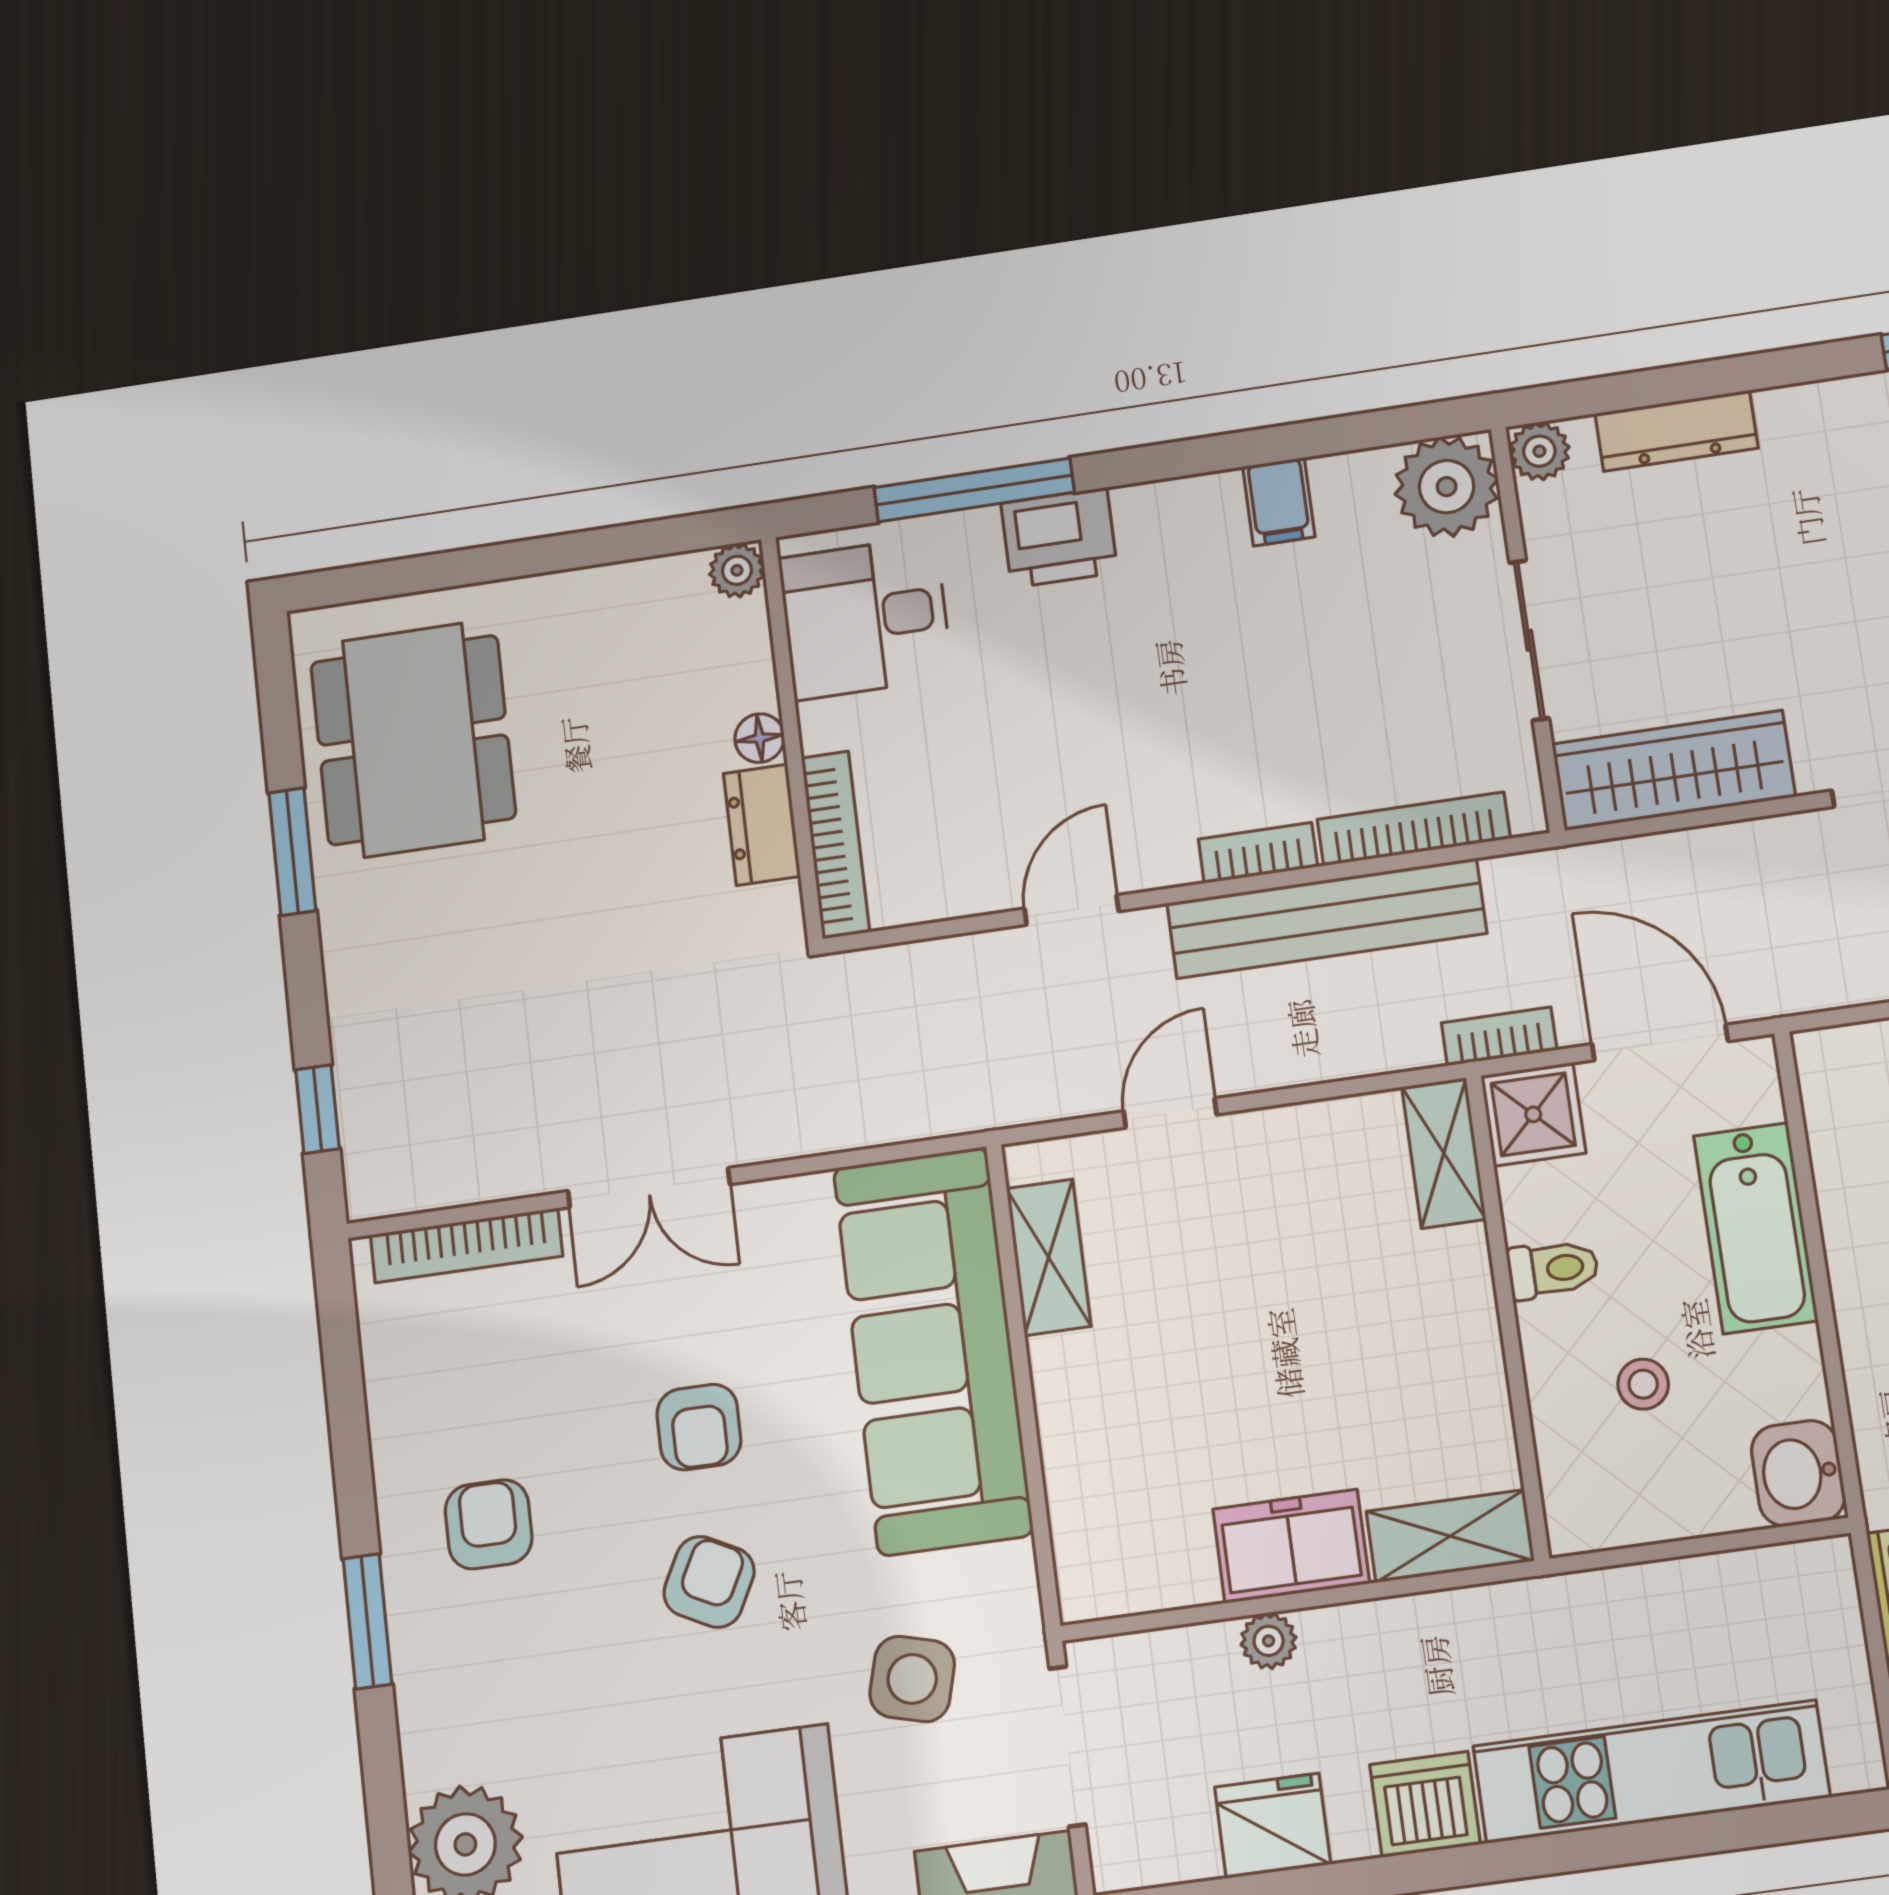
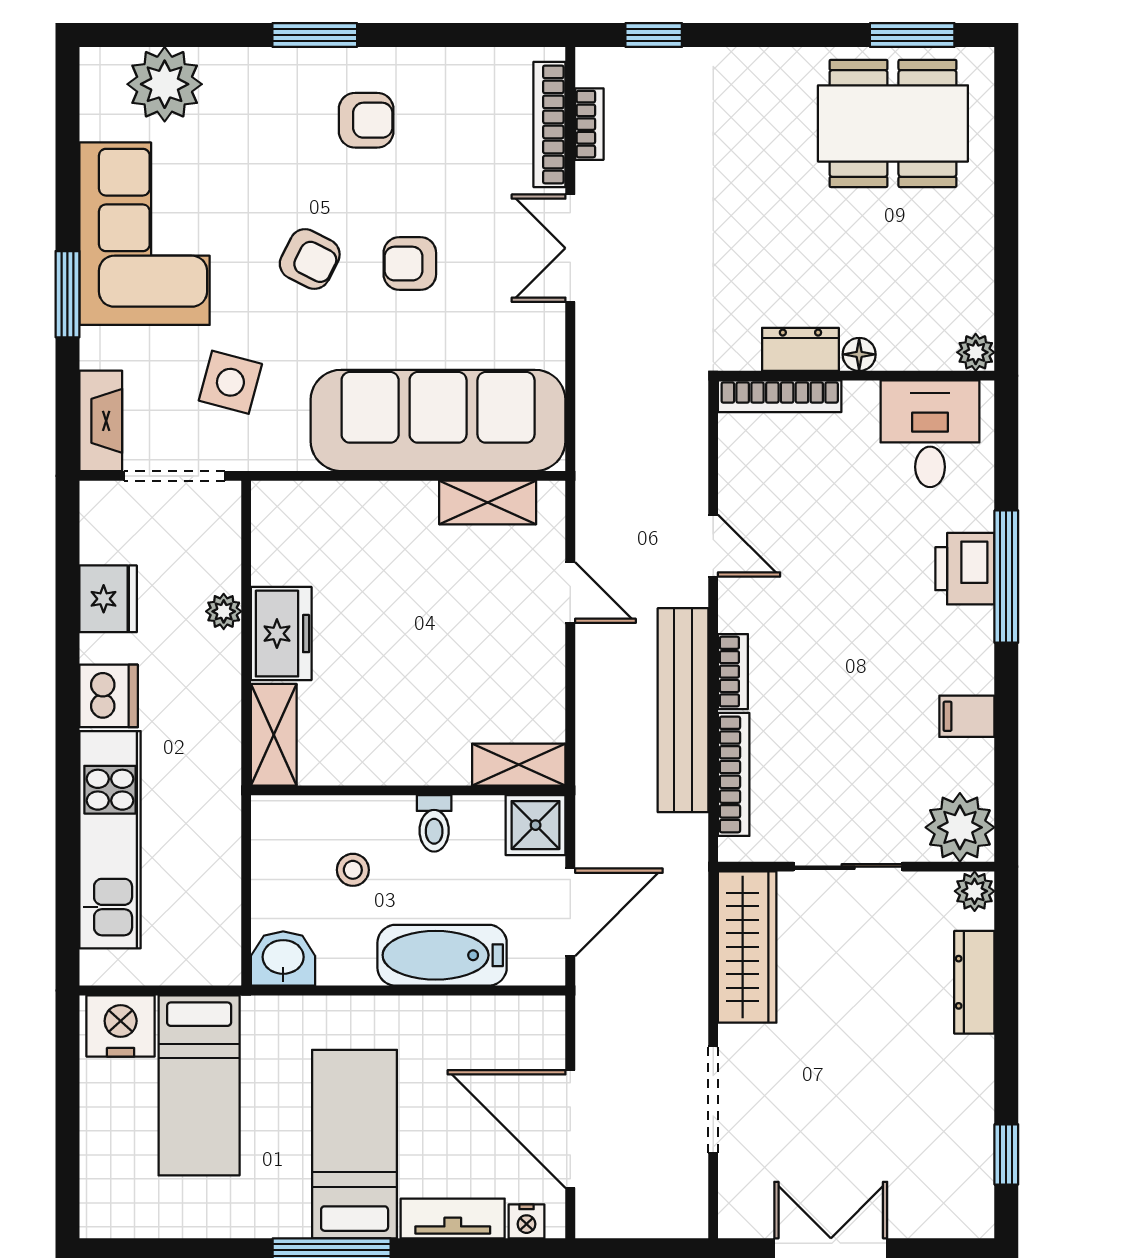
window: (974, 490) -> (1006, 577), moved
window: (292, 852) -> (912, 35), moved
bookcase: (1499, 1036) -> (589, 124), moved

